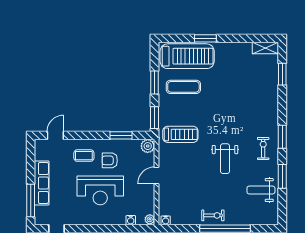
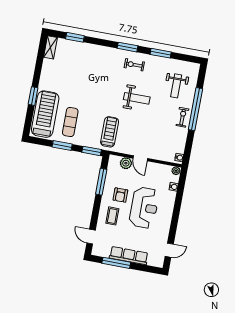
window: (121, 135) -> (101, 182), width x1.44
plant: (148, 146) -> (126, 163), moved
weight bench: (261, 190) -> (176, 86), moved
window: (31, 201) -> (116, 263), moved

